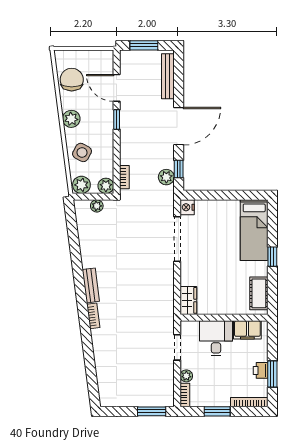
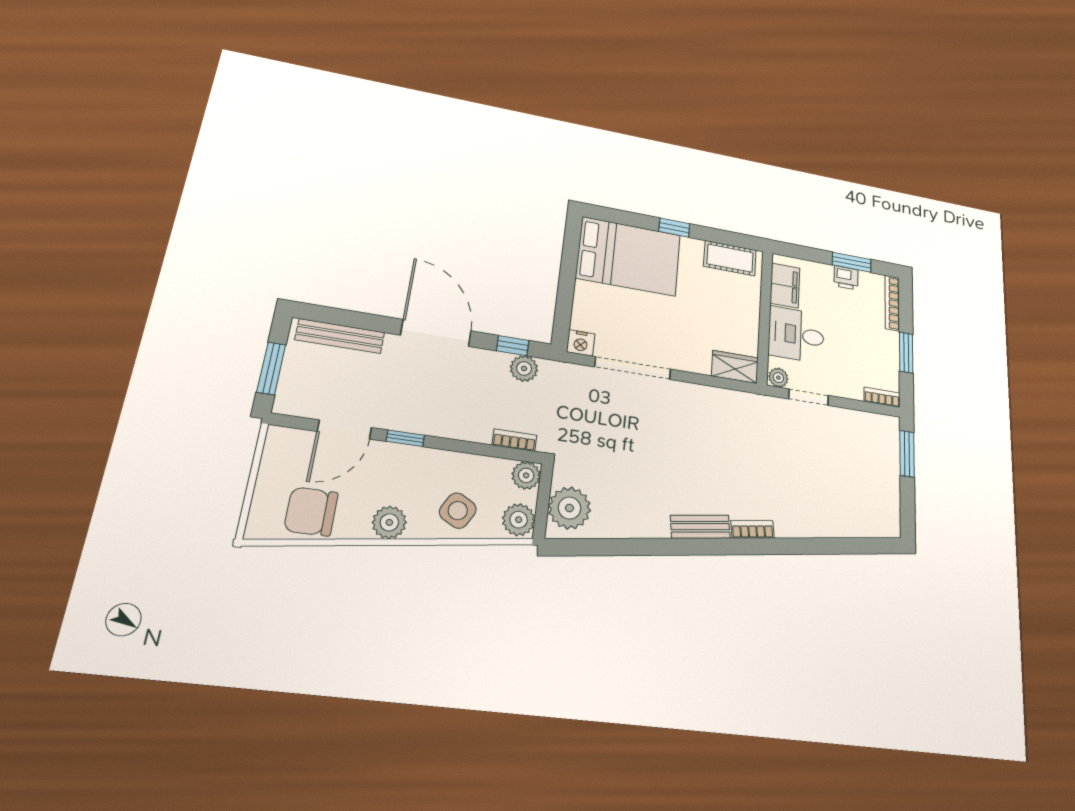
plant: (97, 206) -> (570, 508), width x1.88, depth x1.88
bed: (254, 230) -> (629, 256), width x1.50
plant: (186, 376) -> (778, 378), moved

